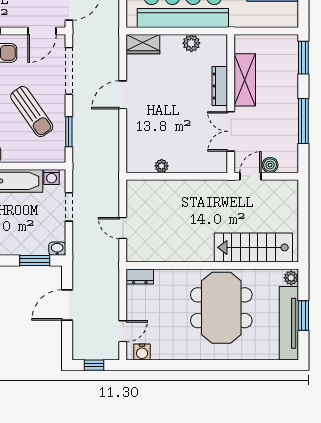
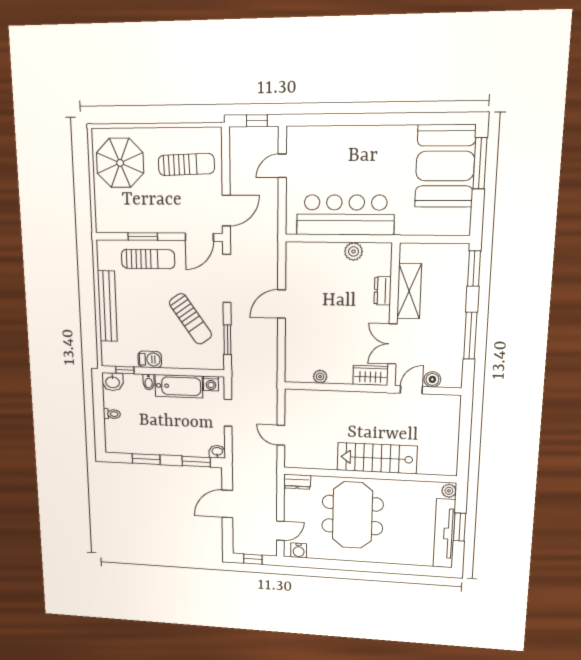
wardrobe: (143, 44) -> (370, 375), moved, turned 180
dresser: (220, 86) -> (383, 291), width x0.70
stairs: (253, 247) -> (377, 458), moved
meeting table: (221, 308) -> (352, 515), moved

